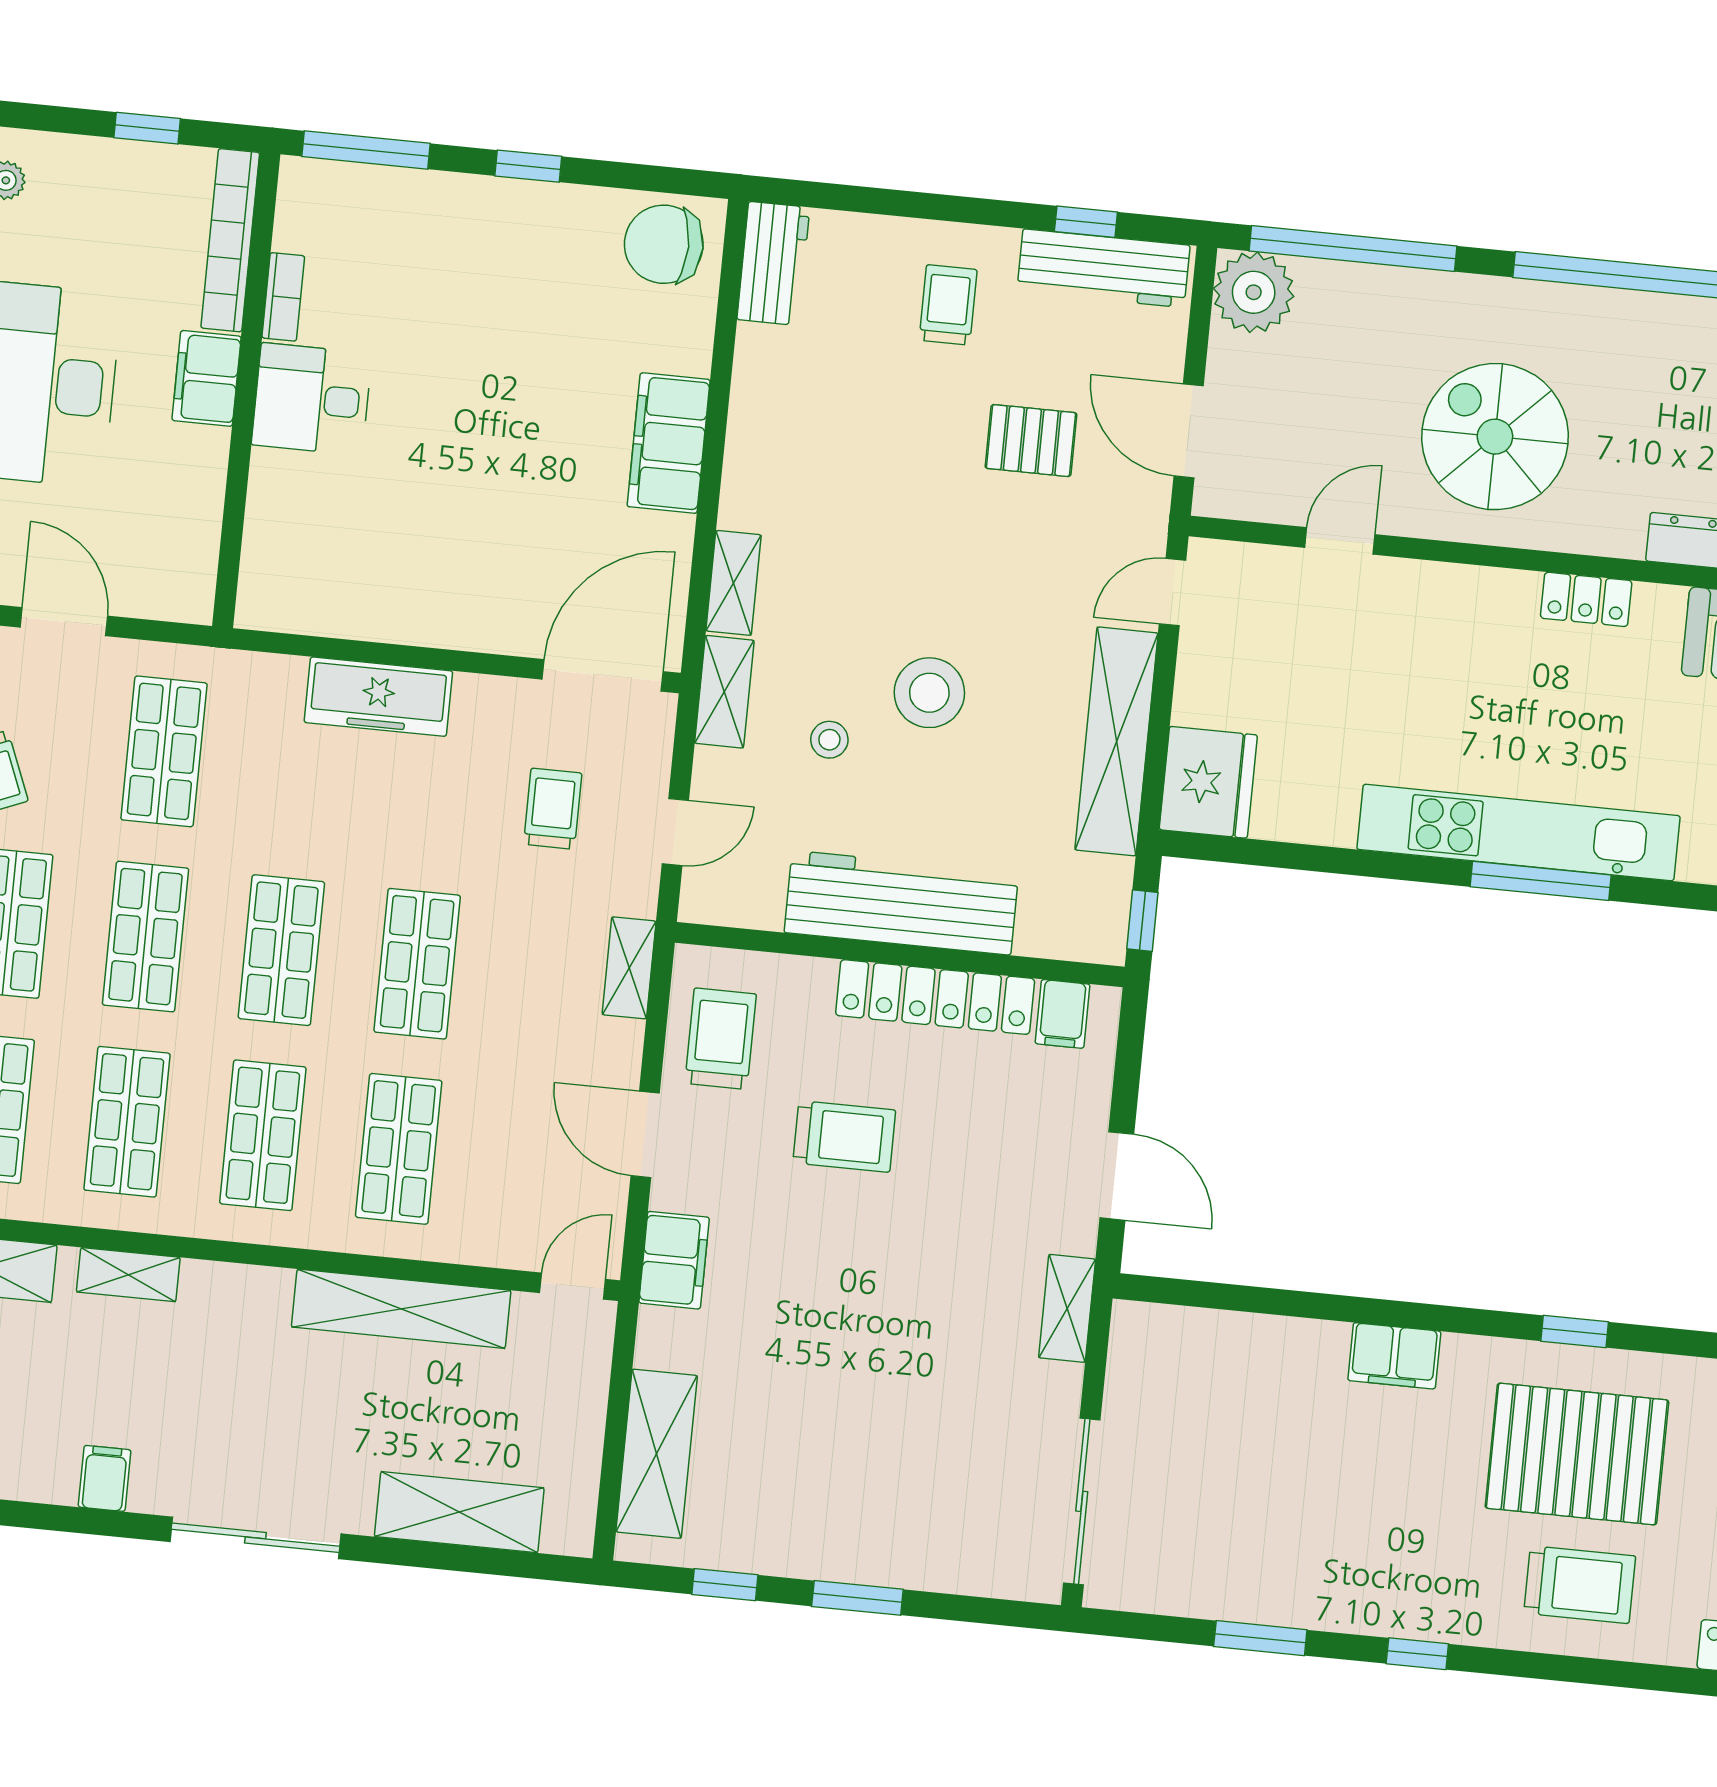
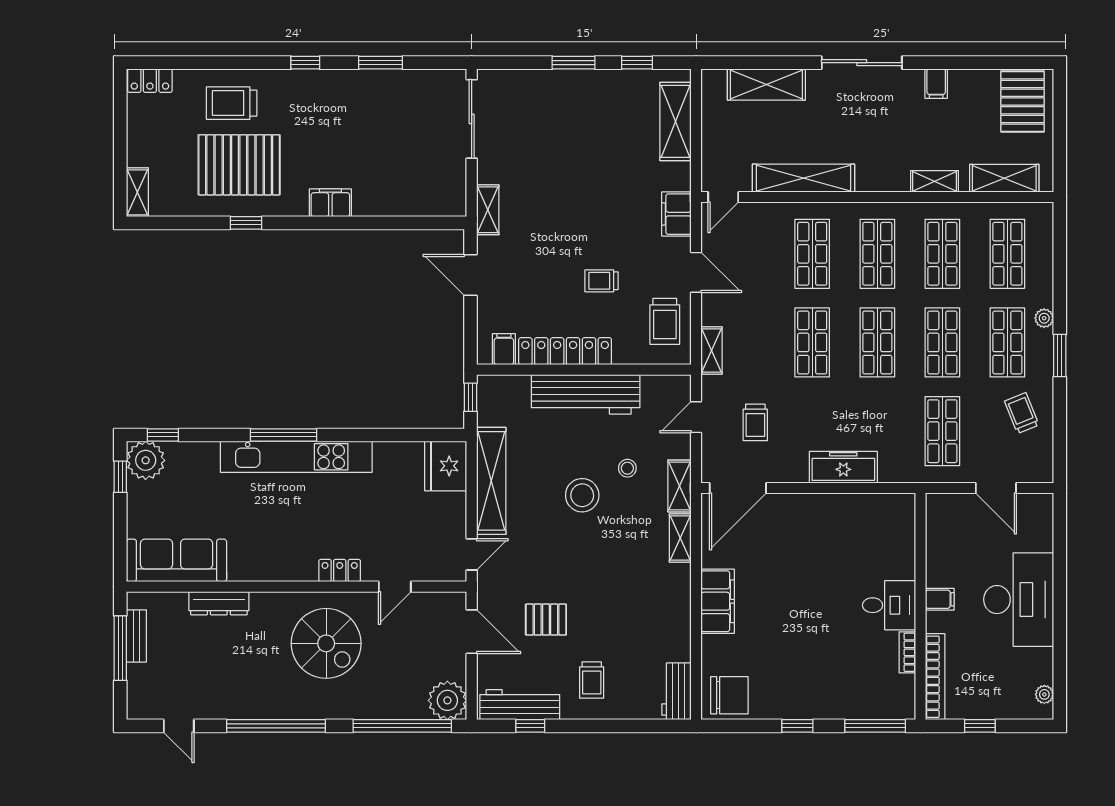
filing cabinet: (207, 378) -> (940, 599), width x0.50
locker: (1586, 599) -> (340, 571), moved
trolley: (844, 1136) -> (602, 281), width x0.73, depth x0.72

